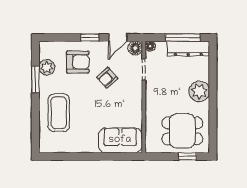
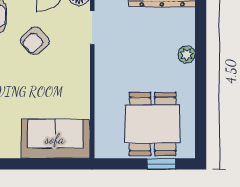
plant: (199, 91) -> (187, 55), width x0.53, depth x0.53
dining table: (182, 131) -> (153, 124), turned 90

